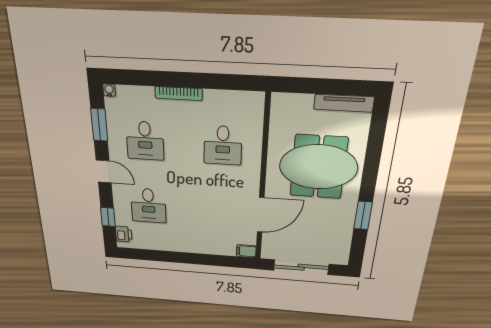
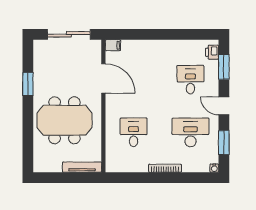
tv unit: (344, 103) -> (82, 167), moved
desk: (145, 141) -> (190, 132), width x1.37
door: (261, 215) -> (103, 78), swing flipped
window: (108, 217) -> (224, 67), width x1.50

